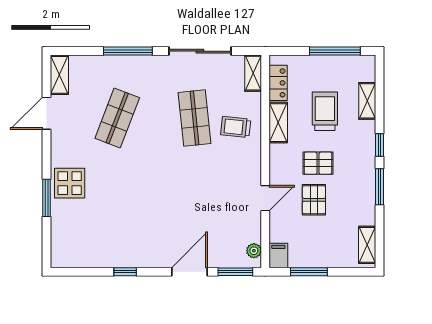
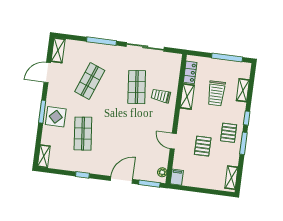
shelving: (253, 73) -> (44, 156), moved
trolley: (325, 111) -> (216, 93), turned 180
pallet: (318, 163) -> (229, 133), moved, turned 90
window: (47, 198) -> (42, 112), moved
door: (265, 198) -> (173, 141), swing flipped
shop shelf: (117, 205) -> (83, 134), added
window: (309, 272) -> (194, 189), removed

